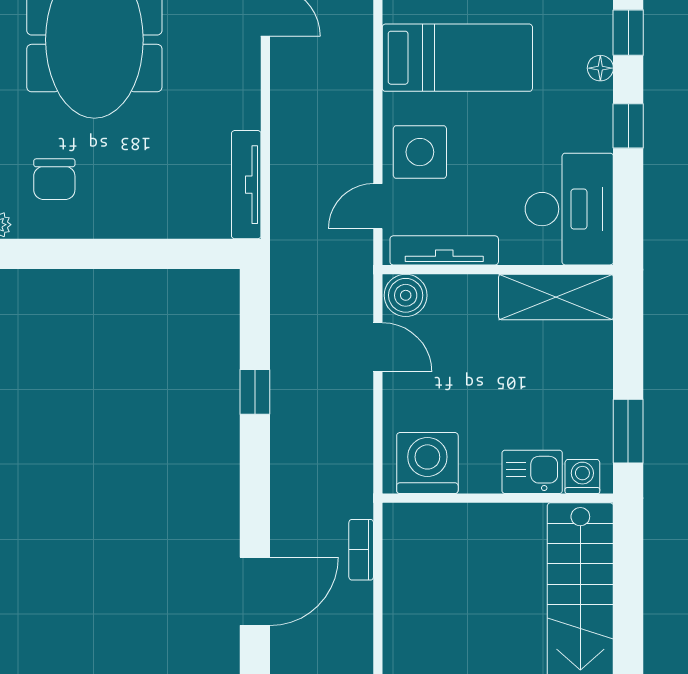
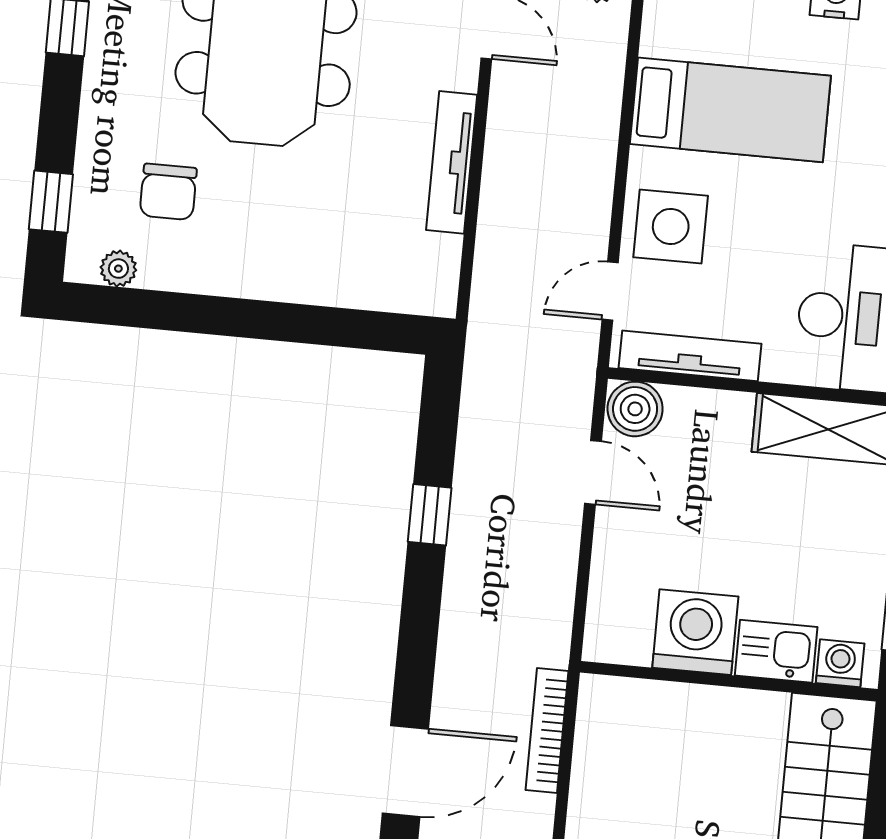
chair: (54, 179) -> (168, 192), moved
tv unit: (246, 185) -> (452, 162), moved
washing machine: (427, 463) -> (695, 632), moved
bookcase: (361, 550) -> (547, 730), width x1.56

